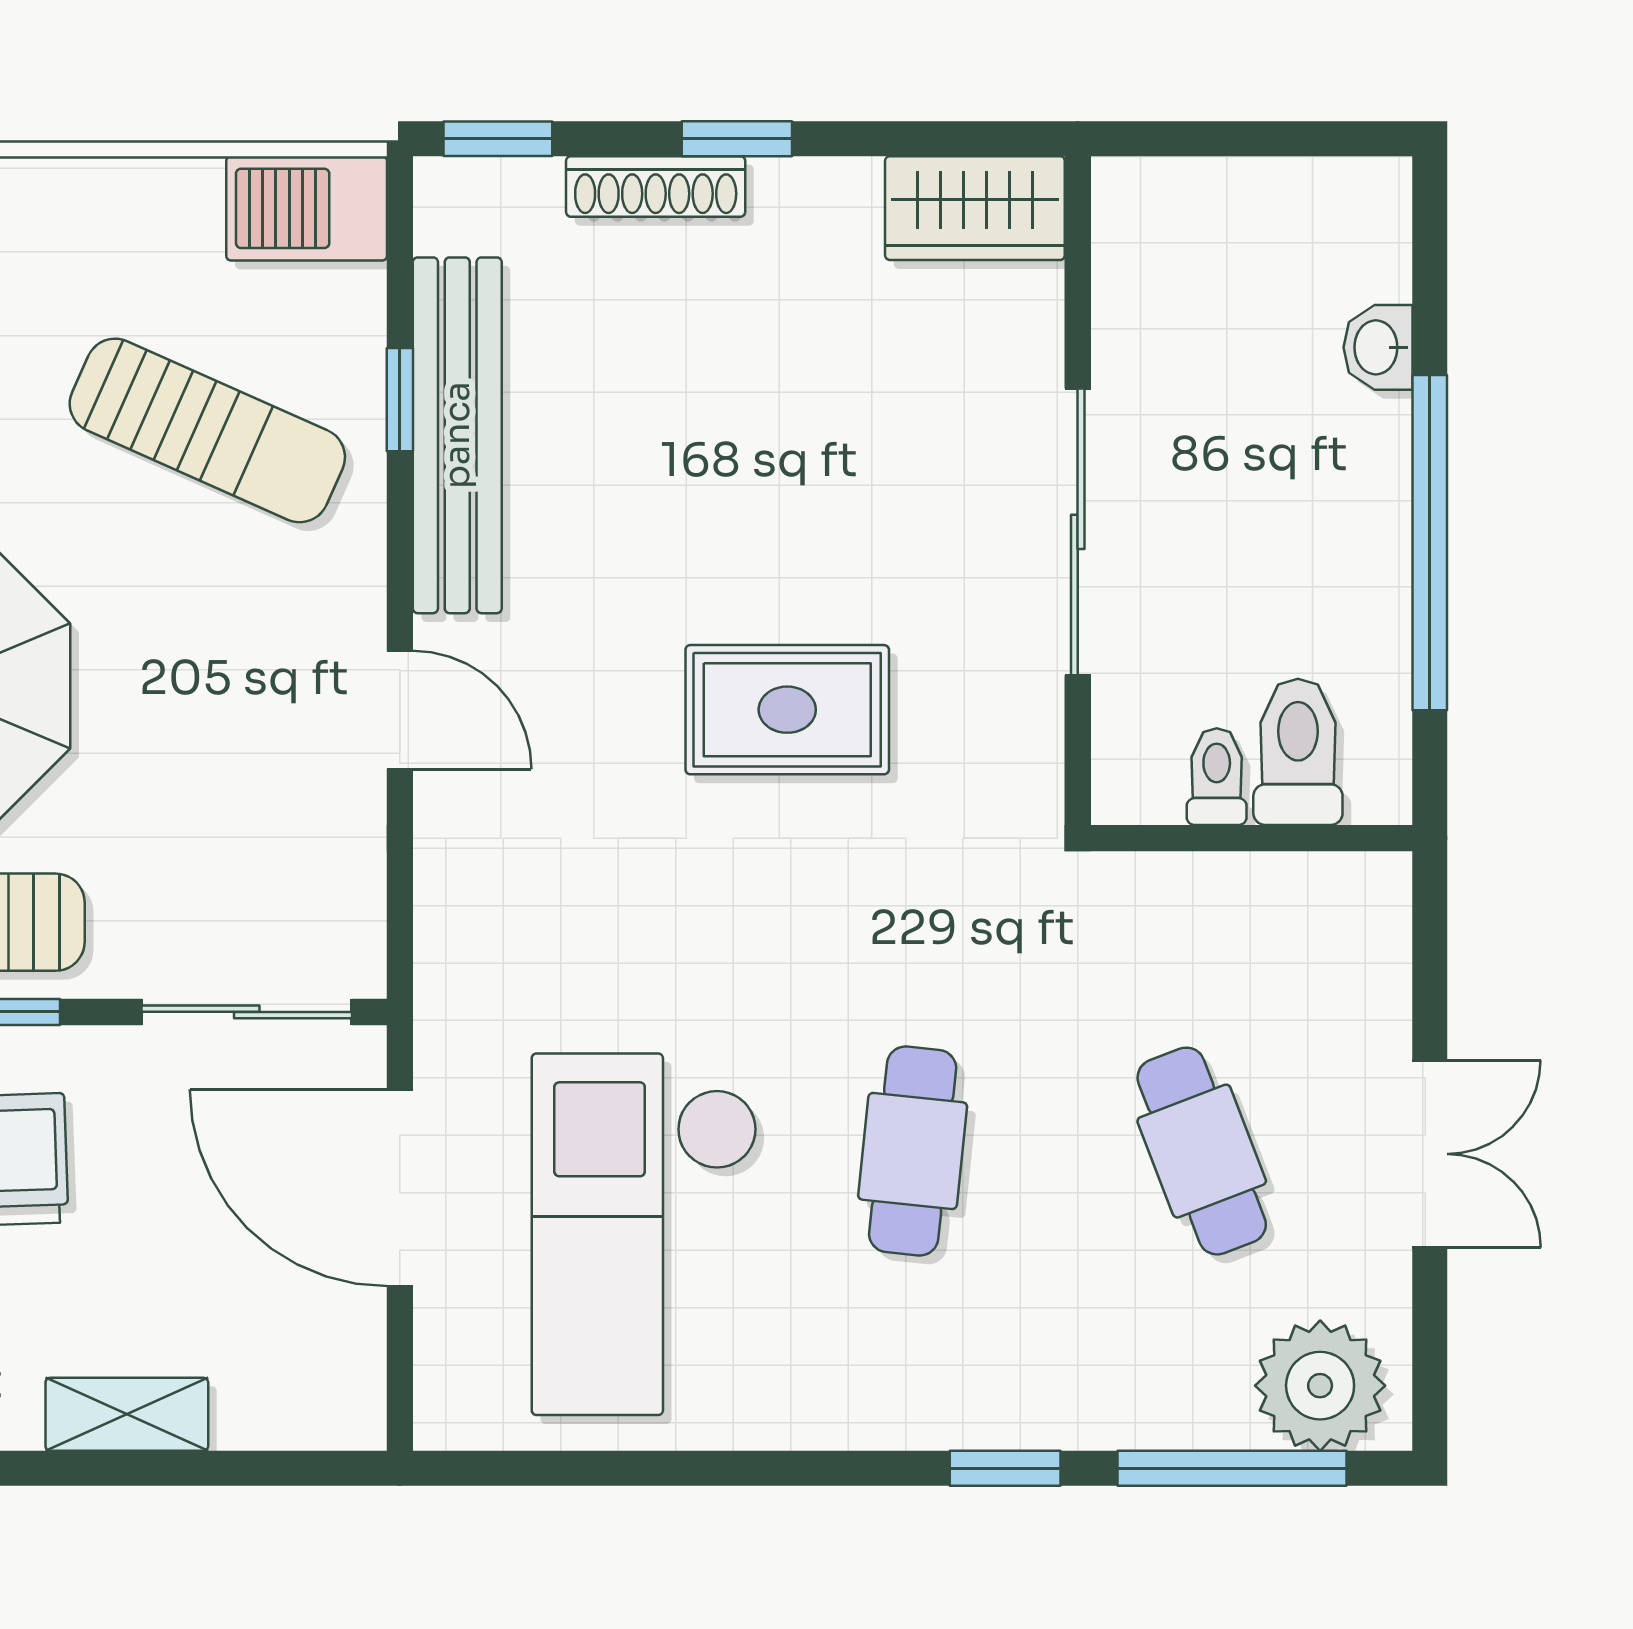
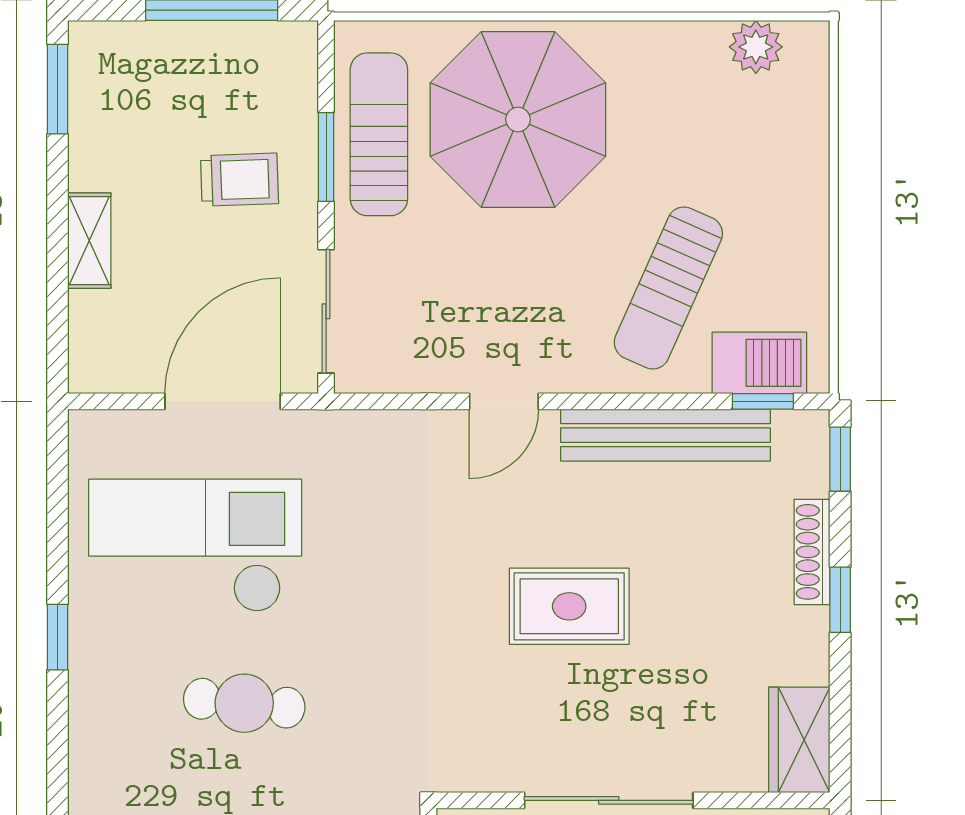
barbecue: (307, 208) -> (759, 363), moved, turned 90
window: (400, 400) -> (763, 401), moved
rug: (787, 710) -> (569, 606), moved, turned 90
window: (1005, 1468) -> (58, 637), moved

